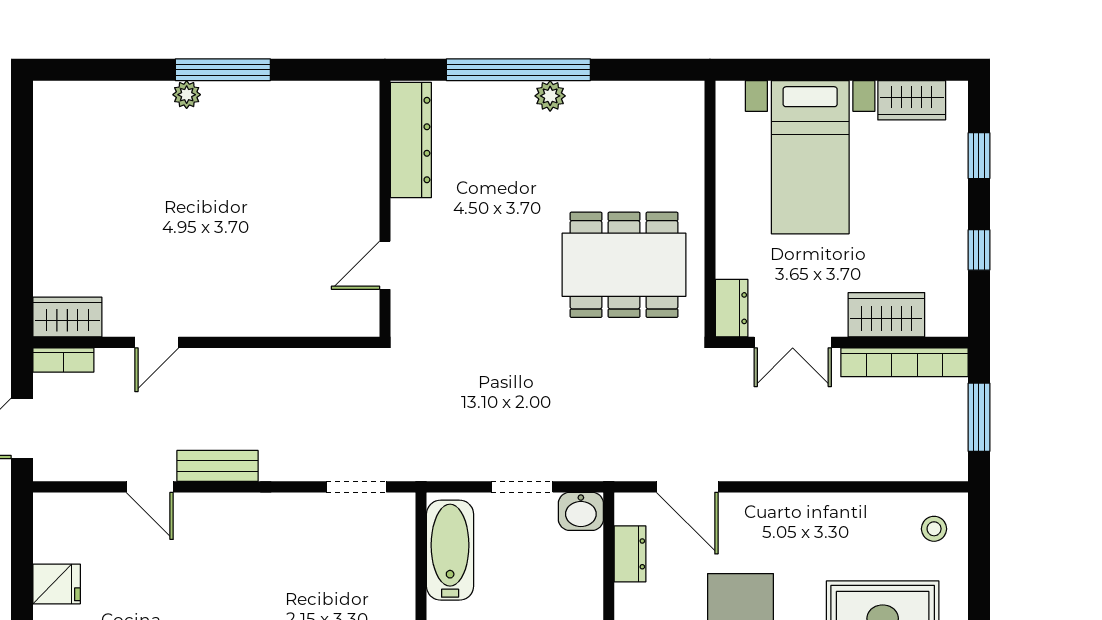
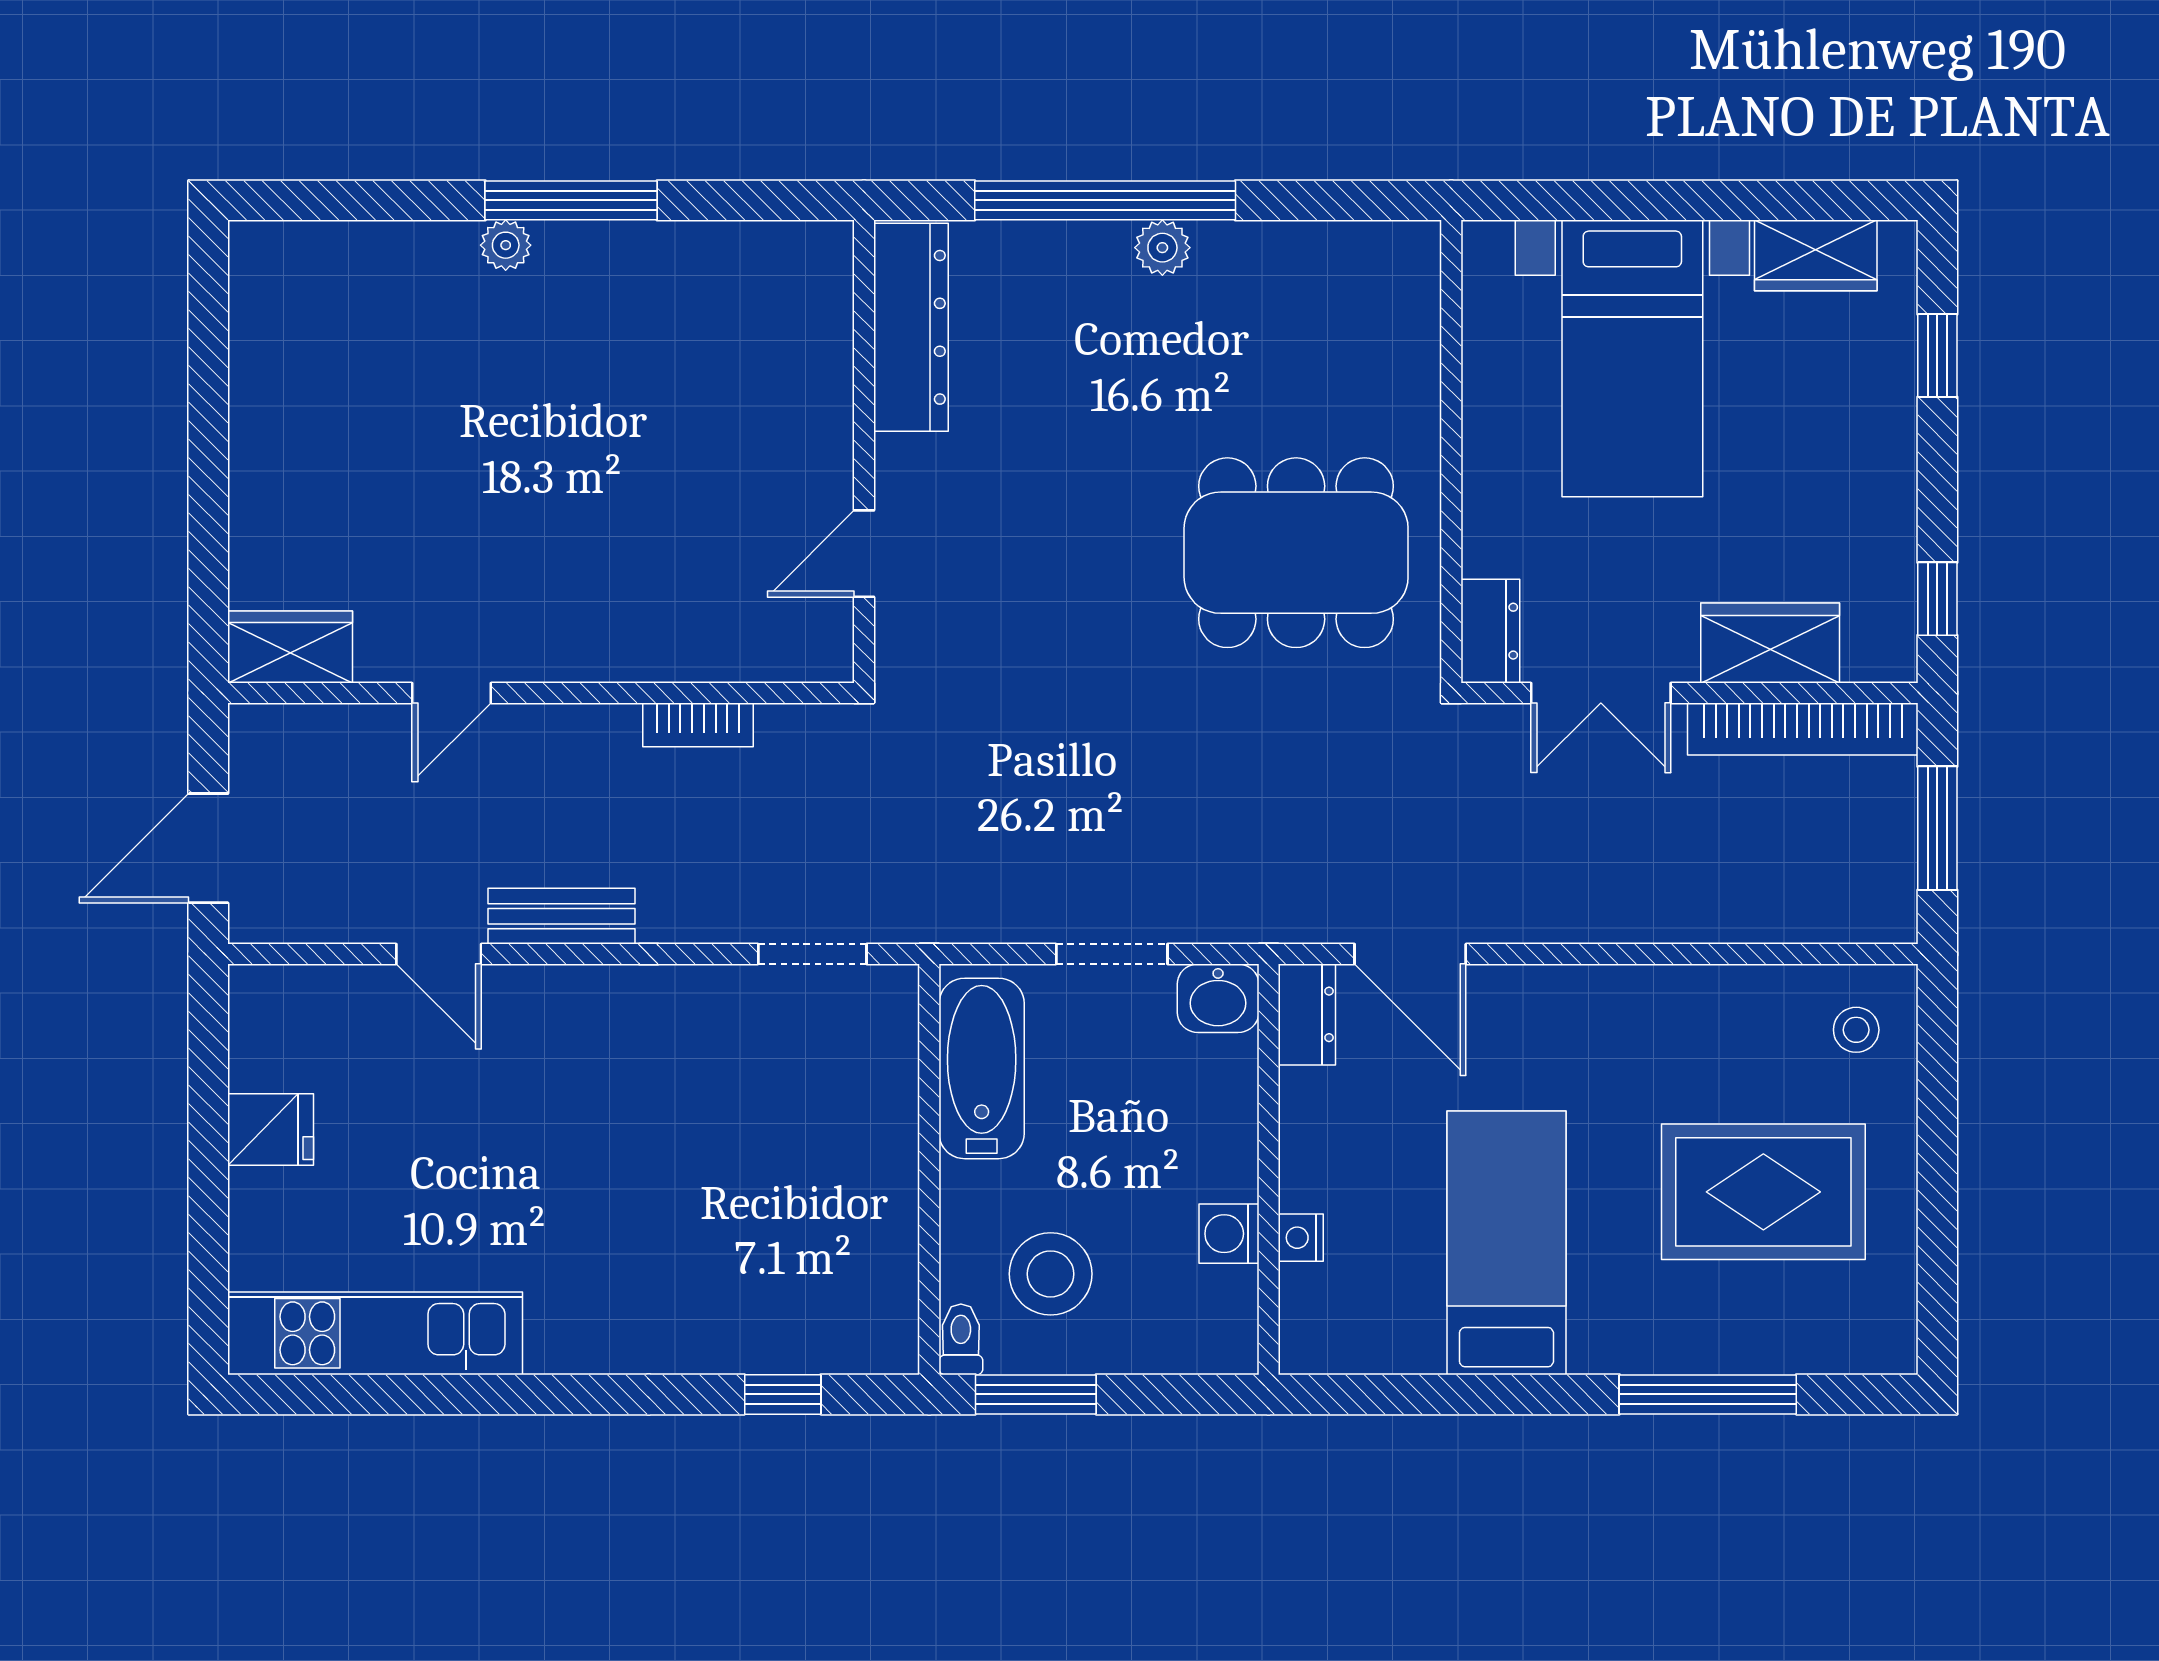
window: (979, 250) -> (1937, 599), moved
bookcase: (63, 360) -> (698, 725), moved
dresser: (630, 554) -> (1307, 1014), moved

